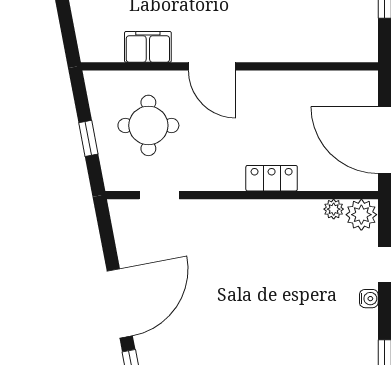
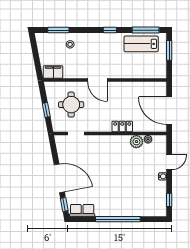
filing cabinet: (148, 47) -> (53, 72), moved
plant: (361, 215) -> (136, 142), moved
door: (120, 303) -> (59, 178), hinge flipped

